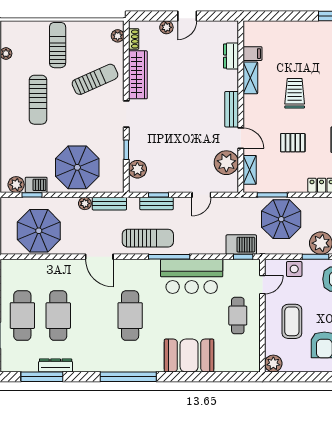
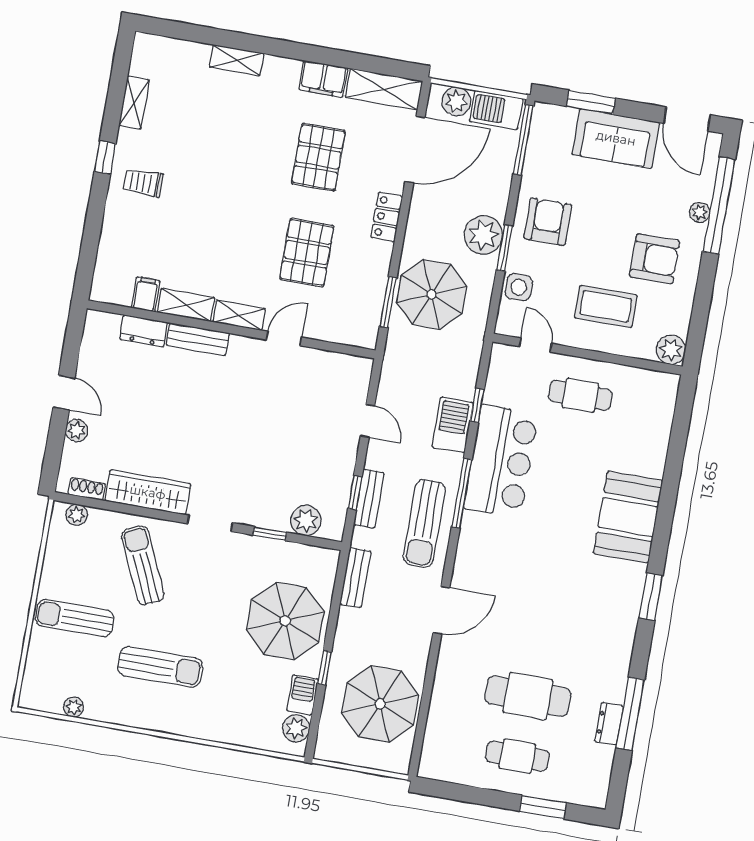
trolley: (295, 93) -> (143, 183), moved, width x0.73, depth x0.72
bench: (232, 109) -> (198, 339), moved
pallet: (293, 143) -> (307, 253), width x1.50, depth x1.42
plant: (226, 163) -> (321, 370), removed
shelving: (250, 170) -> (239, 315), moved
window: (32, 195) -> (324, 668), moved
plant: (85, 203) -> (348, 619), removed
sun lounger: (148, 238) -> (424, 523), turned 180
barbecue: (241, 245) -> (453, 425), moved
window: (243, 257) -> (477, 405), moved
cafe table: (22, 316) -> (517, 756), width x0.73, depth x0.74
cafe table: (130, 316) -> (549, 576), removed
booth: (189, 356) -> (628, 517), moved
dresser: (56, 365) -> (609, 724), width x0.70
window: (42, 377) -> (630, 714), moved
window: (128, 377) -> (651, 597), width x0.47

